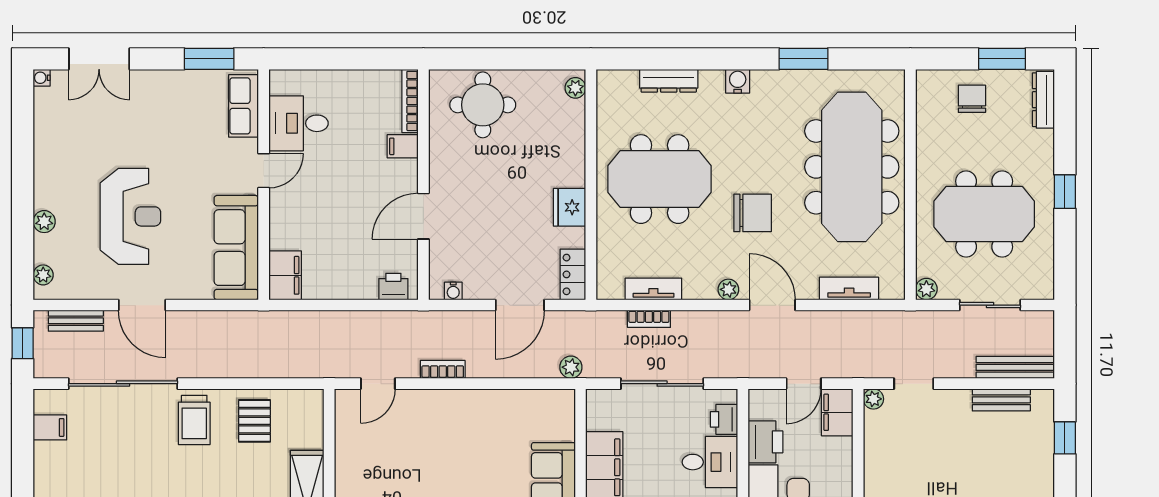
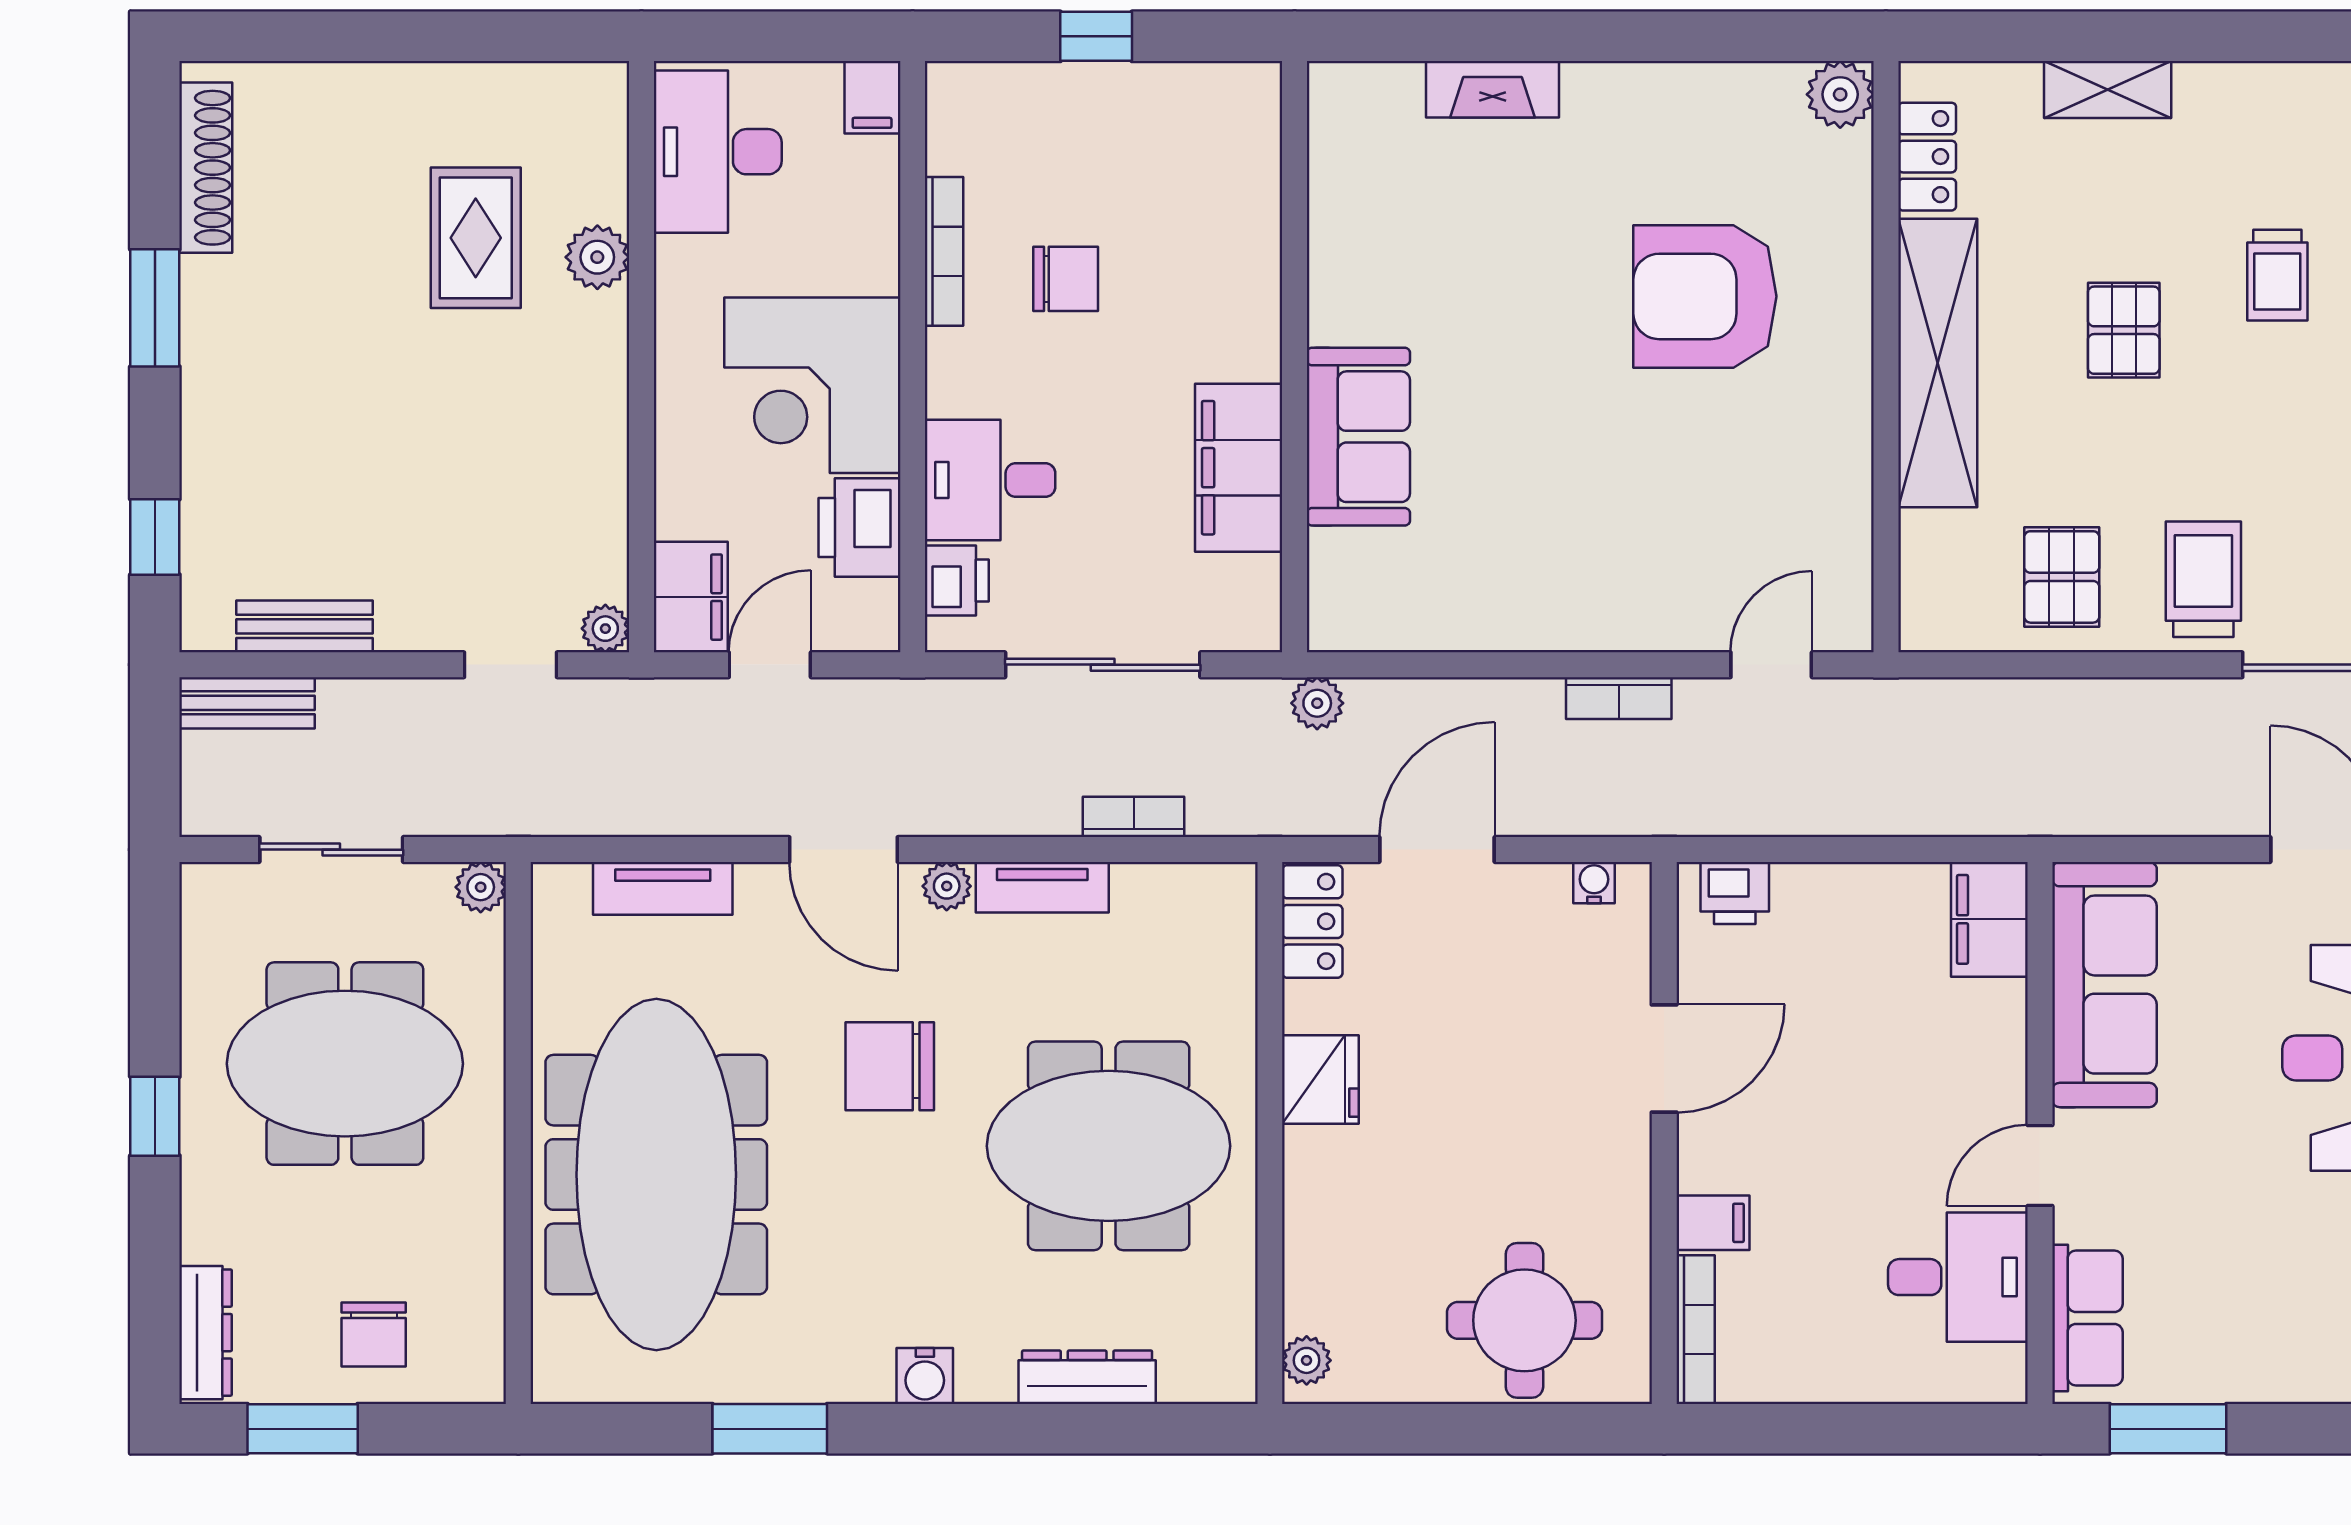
tv unit: (653, 289) -> (1042, 887), moved
bench: (1015, 367) -> (247, 703), width x0.73

